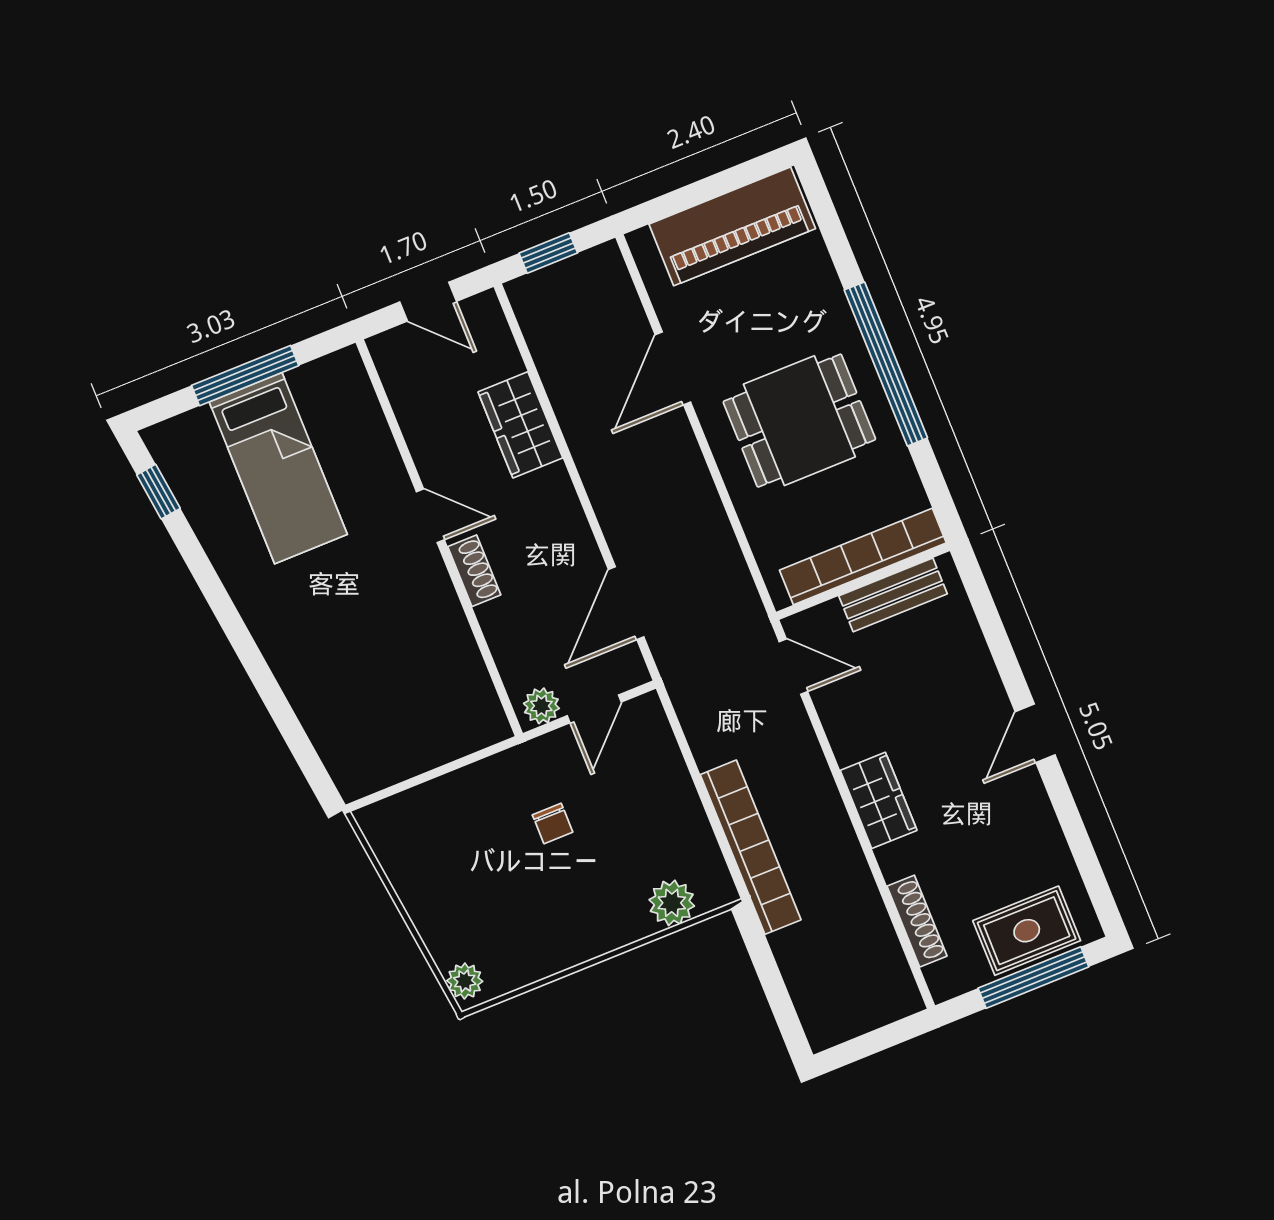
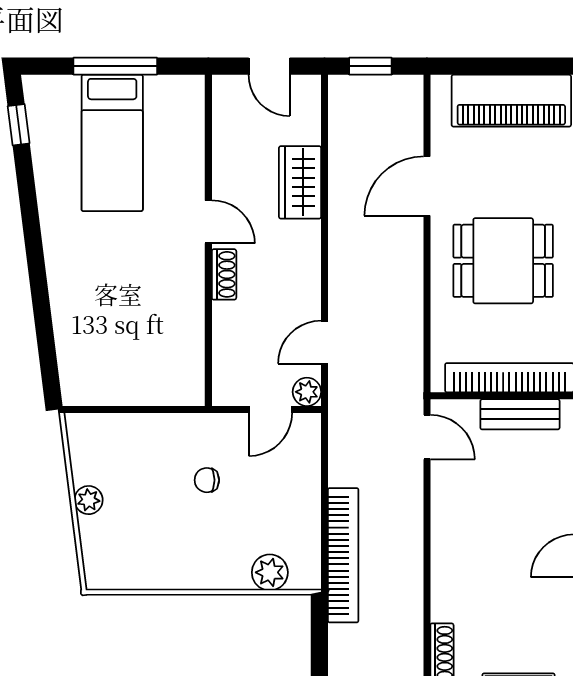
door: (626, 603) -> (324, 342), width x0.73
plant: (541, 706) -> (307, 392), moved
wardrobe: (879, 800) -> (449, 559), removed
chair: (553, 823) -> (207, 480), turned 90
plant: (465, 981) -> (89, 500), moved

